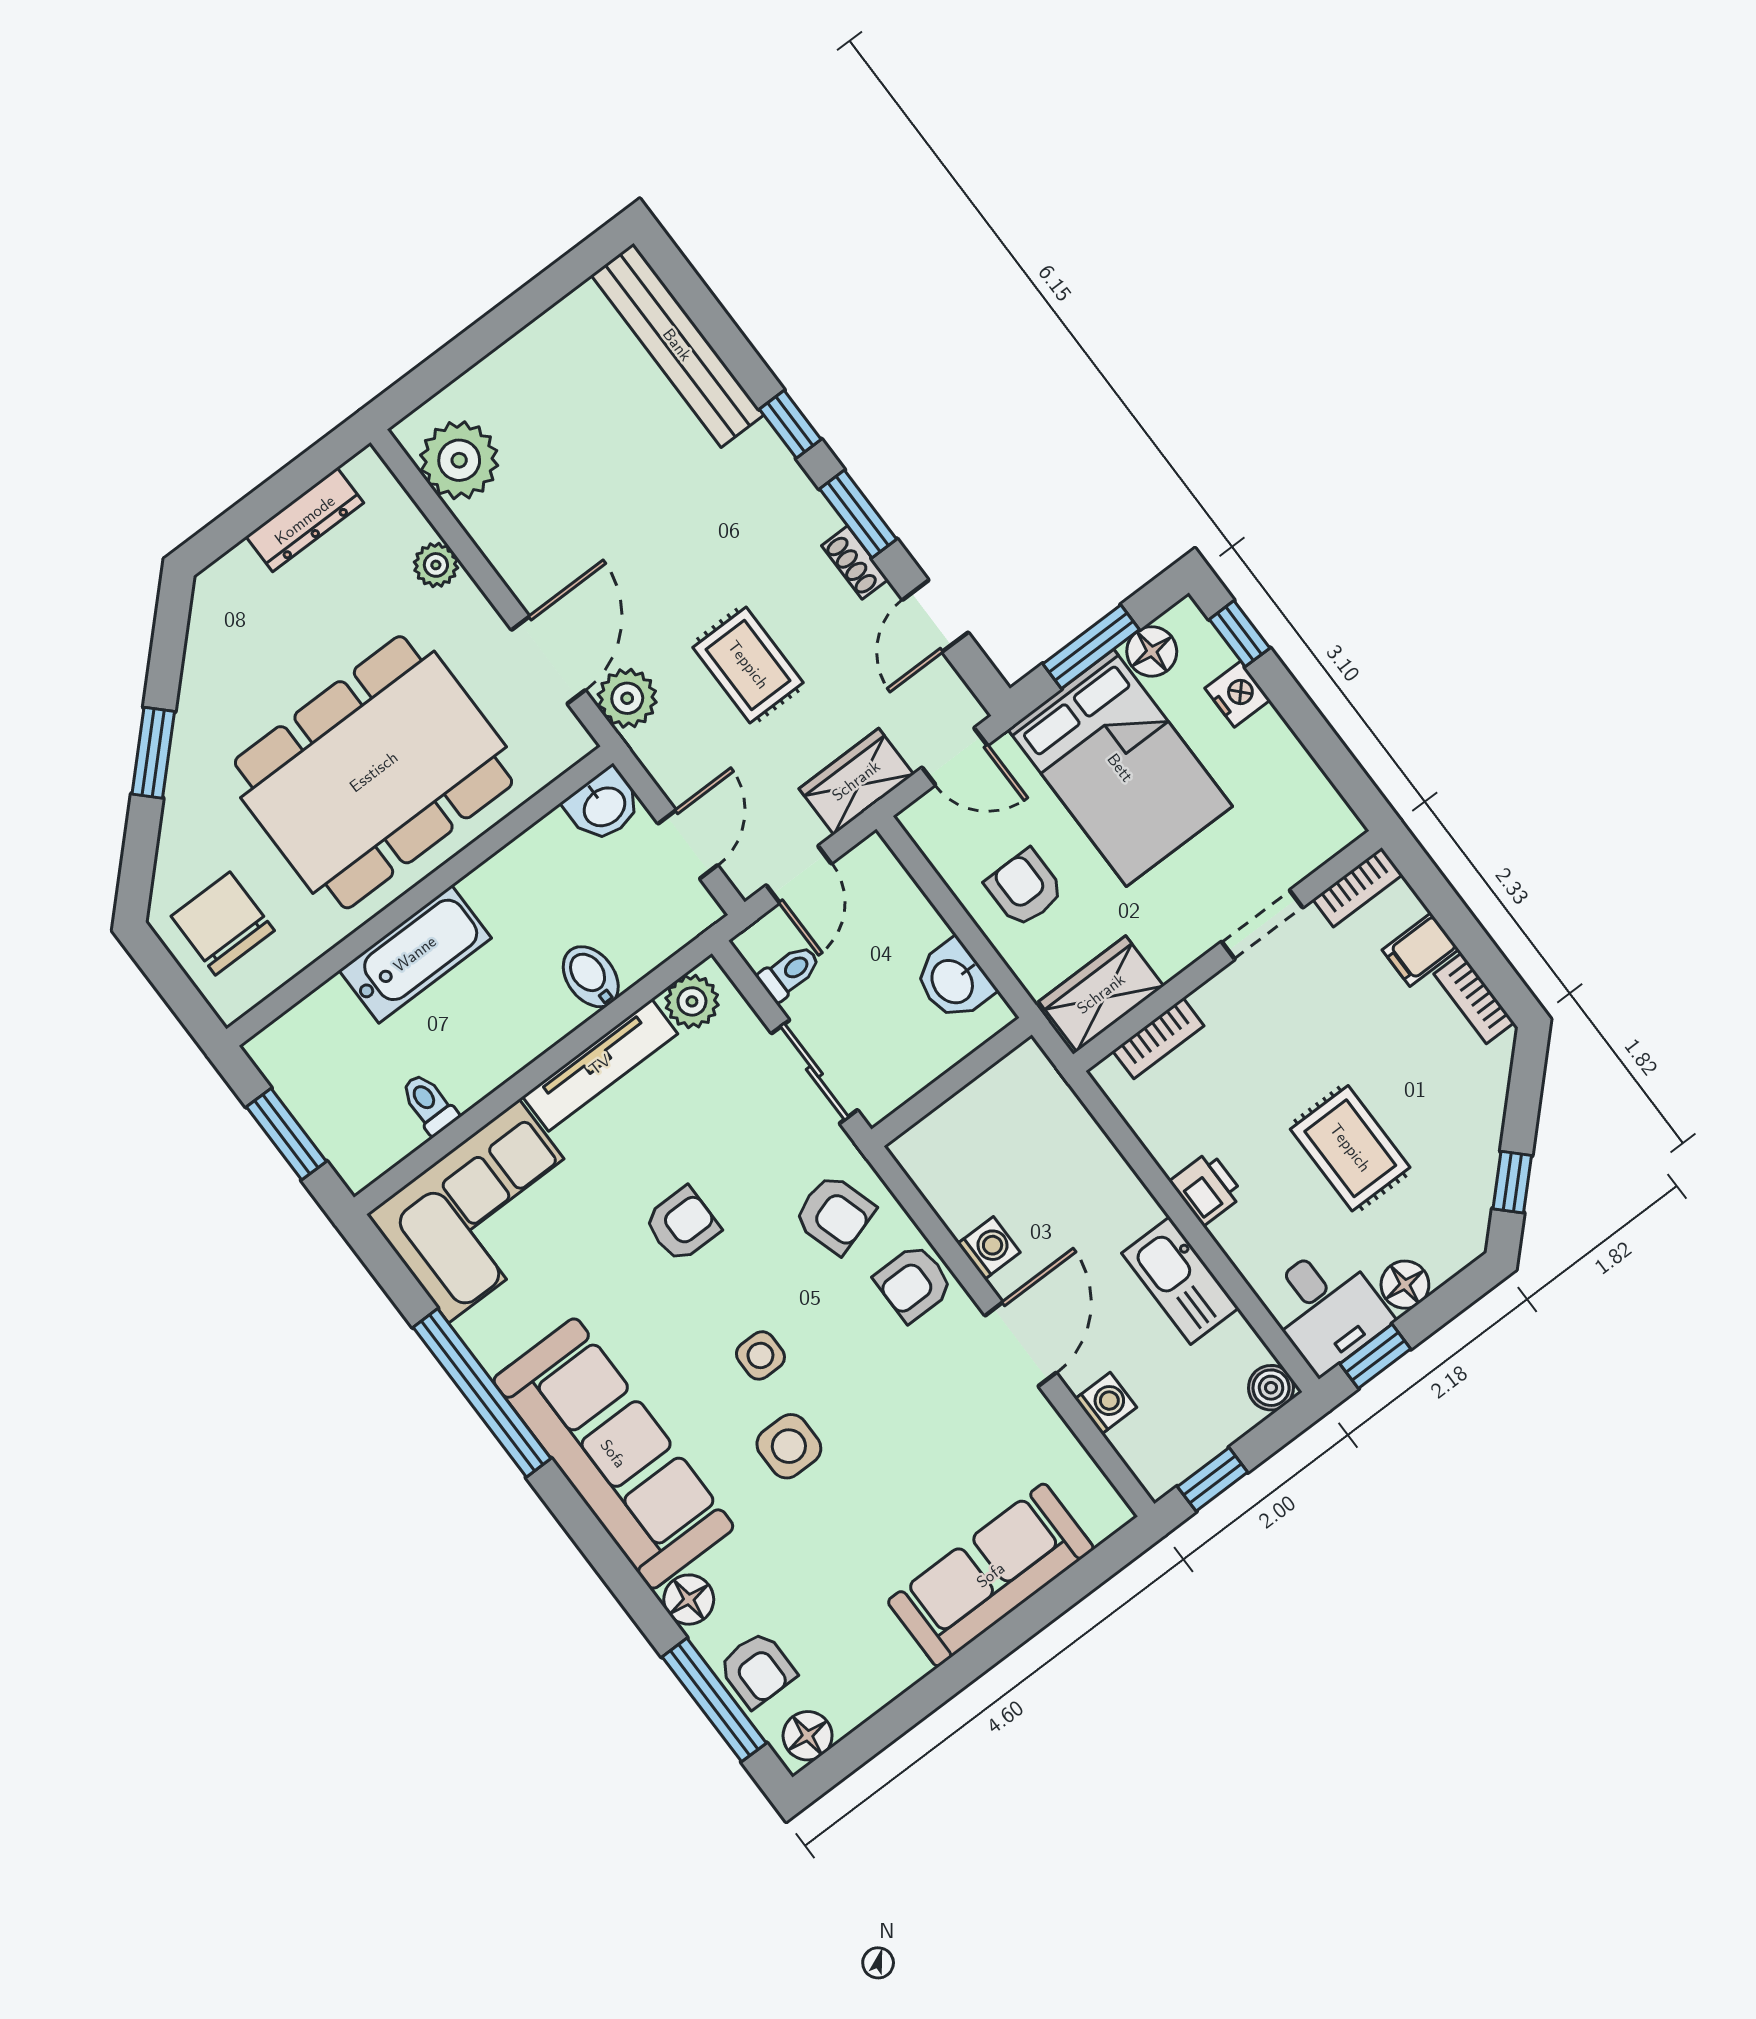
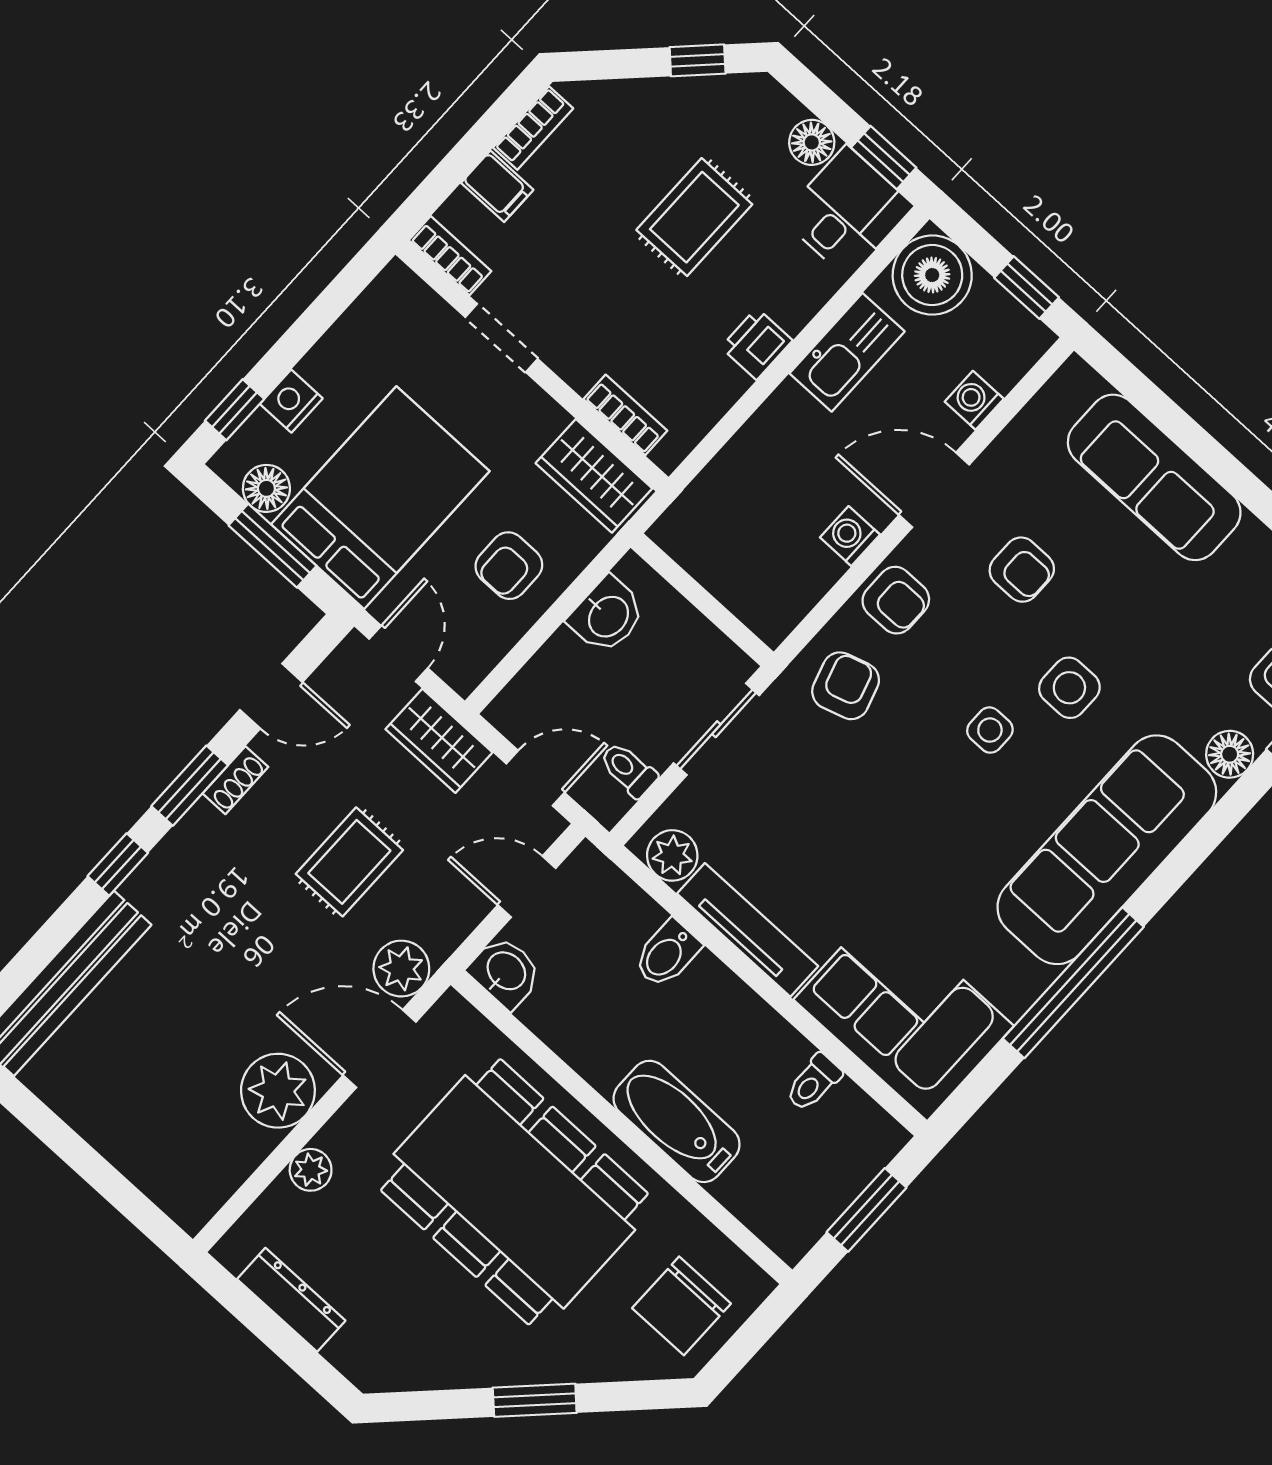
plant: (459, 460) -> (278, 1091), moved
armchair: (682, 1224) -> (1022, 570), moved, turned 180
boiler: (1271, 1388) -> (932, 275), width x1.86, depth x1.86

